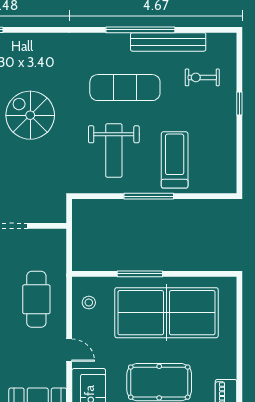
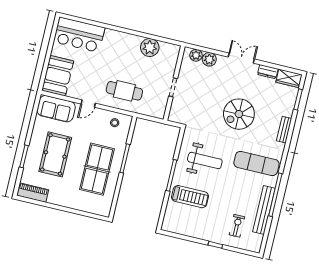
bench: (38, 40) -> (284, 130), added
exercise mat: (125, 88) -> (256, 163), moved, turned 90
spiral stairs: (30, 115) -> (239, 114), turned 180
weight bench: (114, 150) -> (205, 160), turned 180
table tennis table: (166, 313) -> (97, 169), width x0.73, depth x0.76

